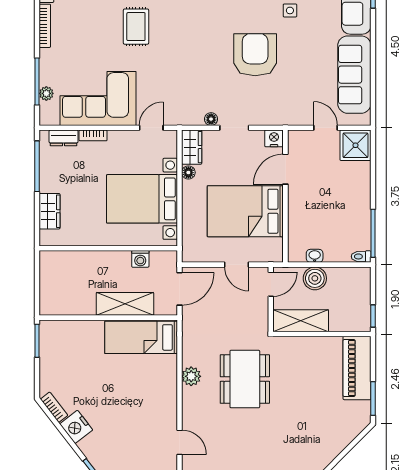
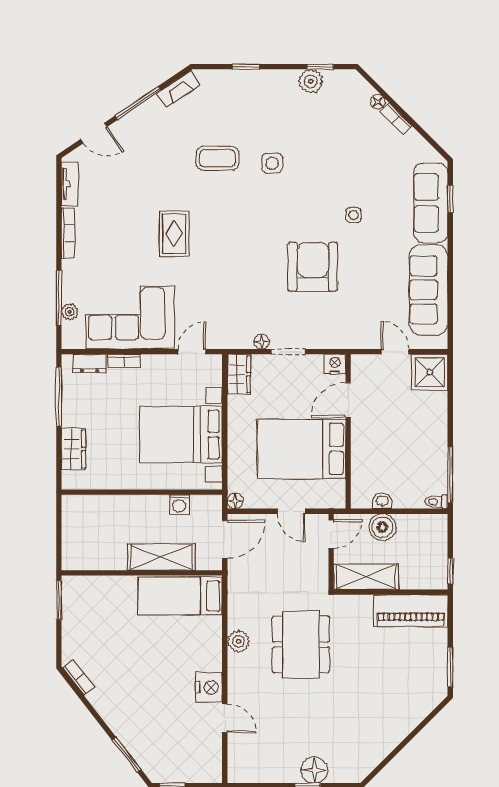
floor lamp: (188, 172) -> (235, 501), moved
piano: (357, 368) -> (411, 611), moved, turned -90
nightstand: (76, 427) -> (209, 687), moved, turned -142

